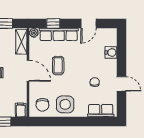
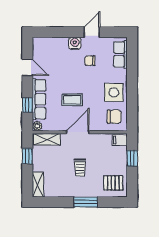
water cooler: (111, 52) -> (75, 43), moved

